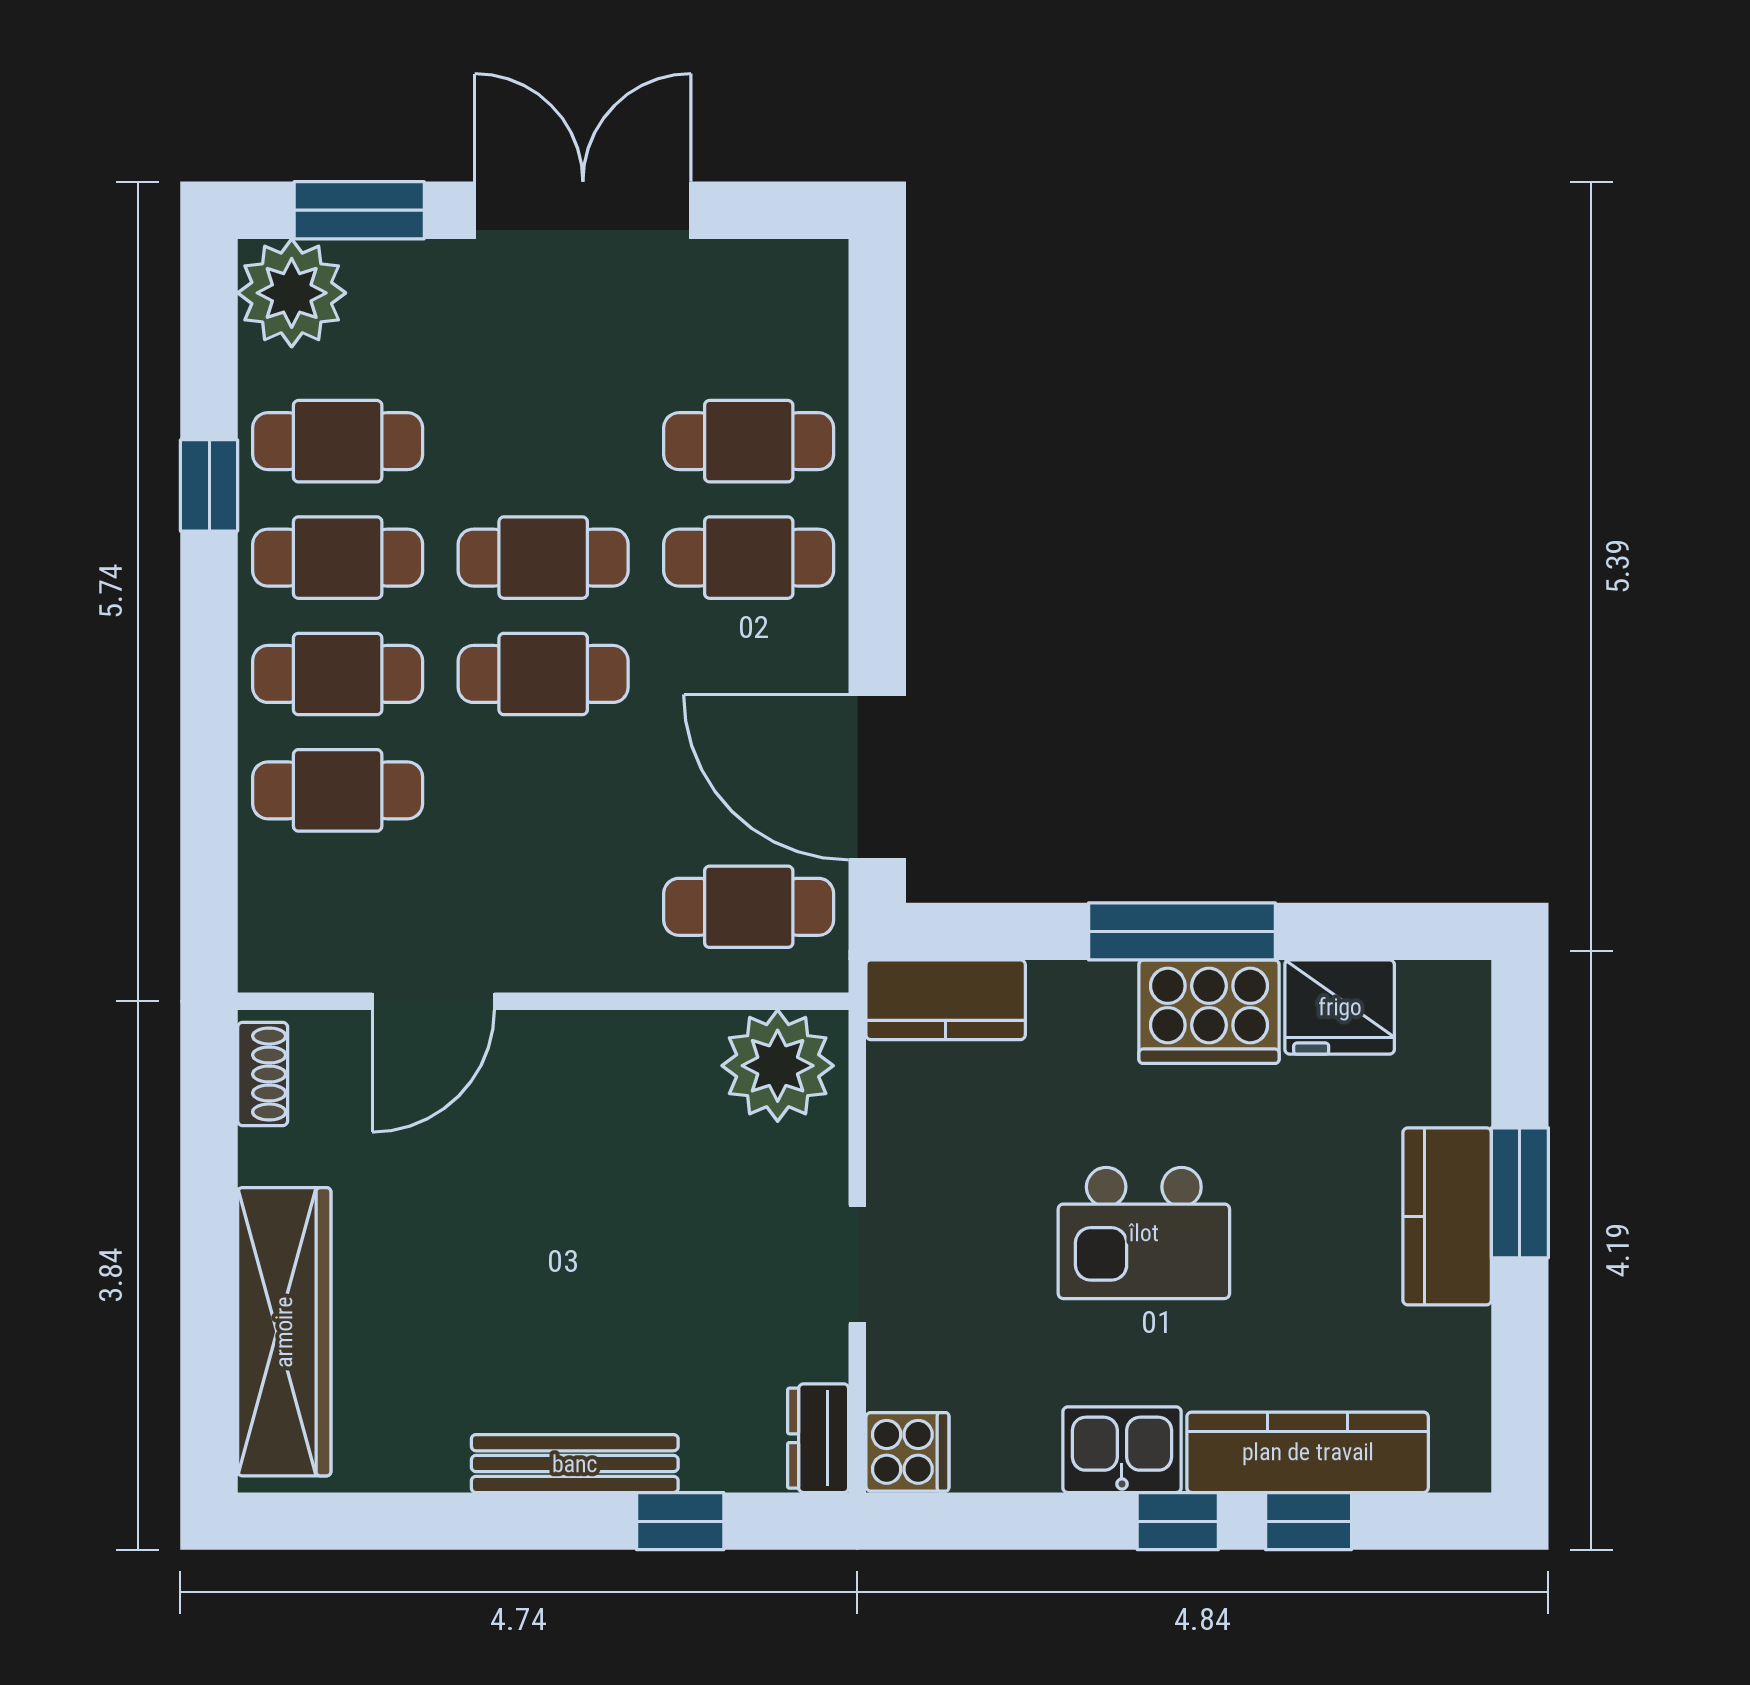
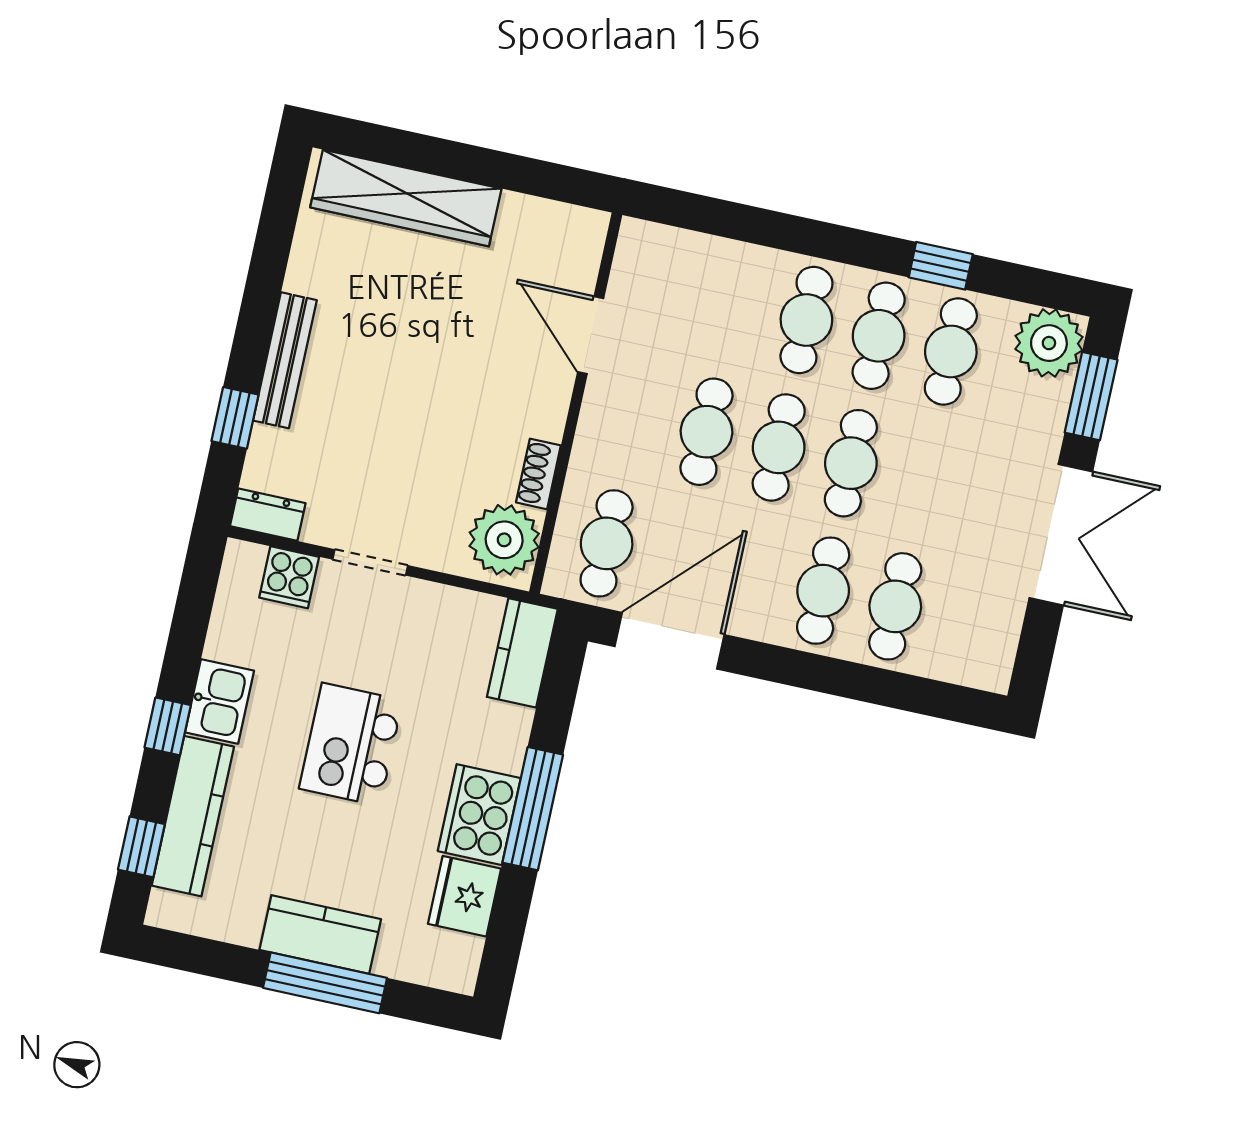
cafe table: (338, 790) -> (707, 432), moved
shoe rack: (263, 1074) -> (538, 474), moved, turned 90
window: (1520, 1193) -> (325, 983), width x1.44
cooker: (907, 1452) -> (289, 577), moved
window: (1309, 1521) -> (141, 847), moved

